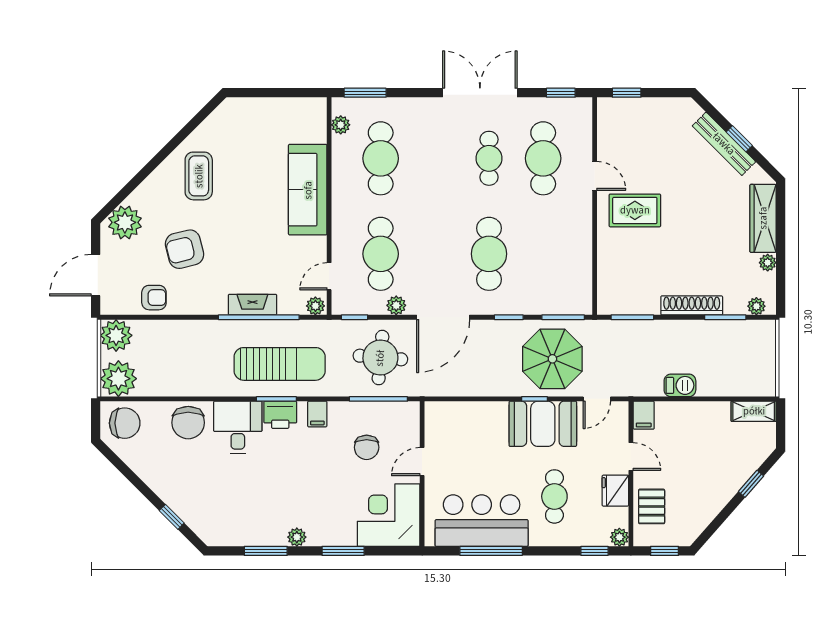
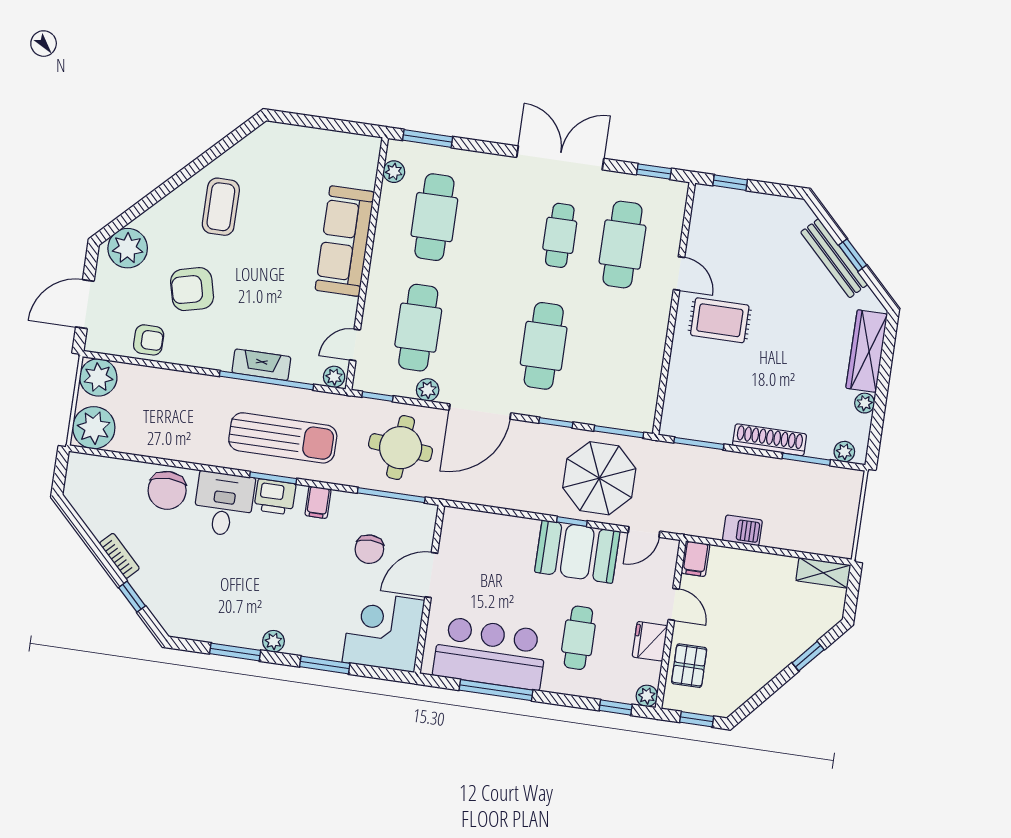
chair: (125, 423) -> (94, 480), removed
door: (422, 462) -> (431, 575), width x1.37
bookcase: (156, 484) -> (119, 556), added

